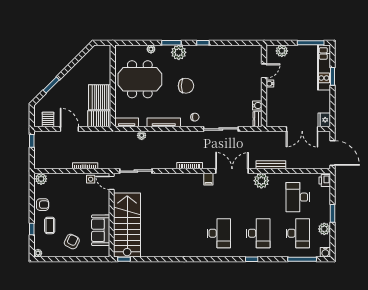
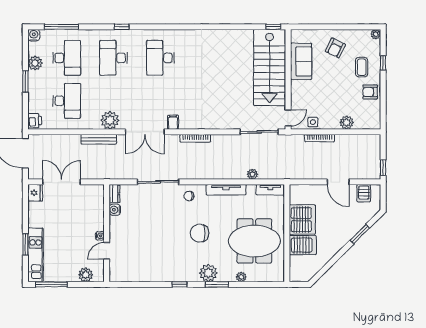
server rack: (99, 119) -> (303, 245), moved
plant: (41, 179) -> (347, 123), moved
door: (112, 183) -> (288, 118), hinge flipped
desk: (298, 233) -> (67, 58), turned 180

